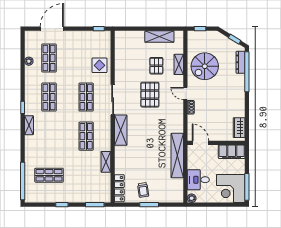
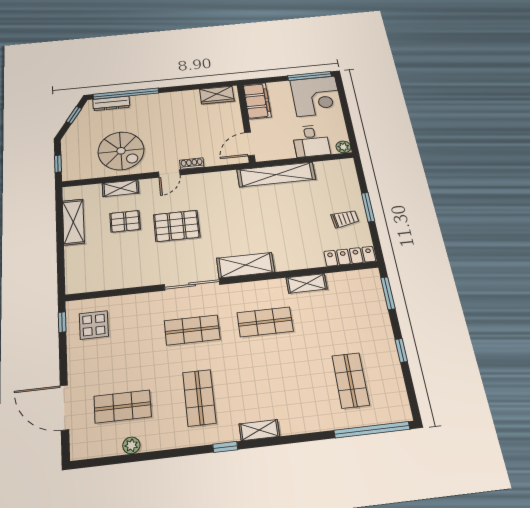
display table: (99, 65) -> (94, 325), moved
shop shelf: (49, 97) -> (199, 398), turned 90

